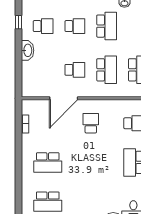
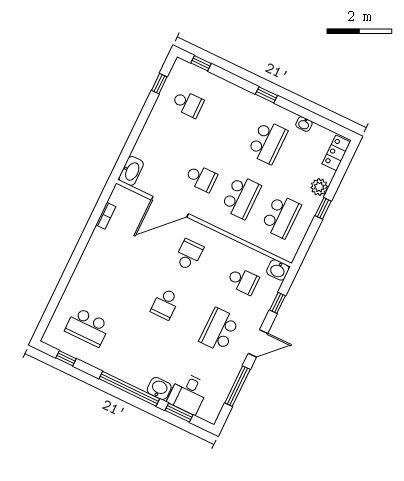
school desk: (75, 26) -> (228, 123), removed
washbasin: (27, 50) -> (131, 171), moved
school desk: (48, 162) -> (165, 304), moved, width x0.54

